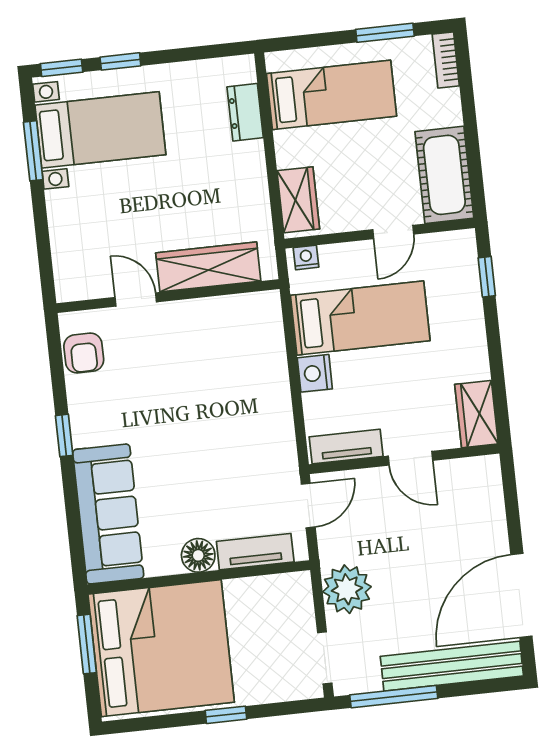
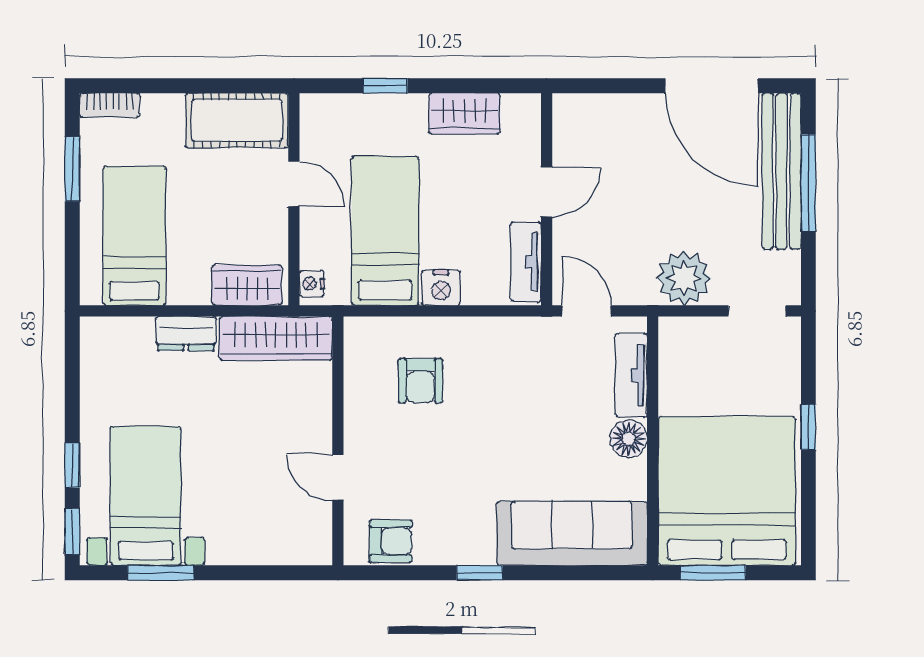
dresser: (245, 112) -> (186, 333), moved
wardrobe: (208, 267) -> (276, 338), moved, turned -90
window: (487, 277) -> (385, 86), moved
door: (136, 300) -> (338, 477), hinge flipped
armchair: (230, 364) -> (420, 381), added
wardrobe: (476, 414) -> (465, 114), moved
window: (394, 697) -> (808, 183), moved

